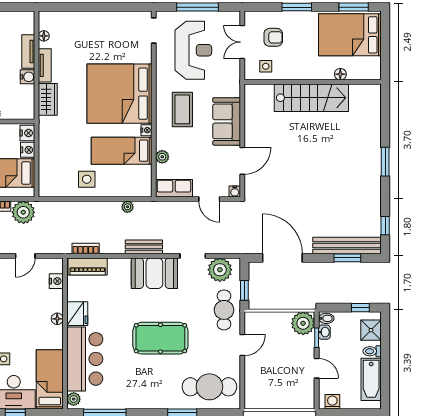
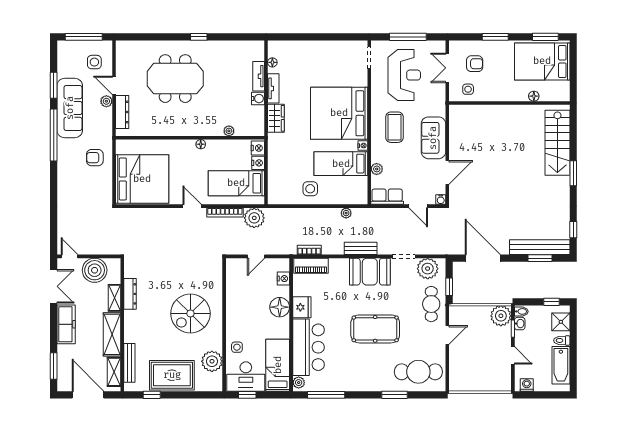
stairs: (311, 98) -> (557, 143), moved, turned 90
floor lamp: (57, 319) -> (280, 307), width x1.89, depth x1.89

